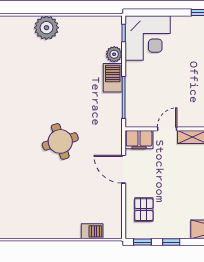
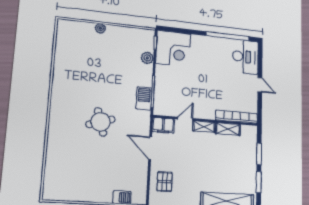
plant: (46, 28) -> (100, 28), width x0.53, depth x0.53
barbecue: (113, 78) -> (144, 98), moved

